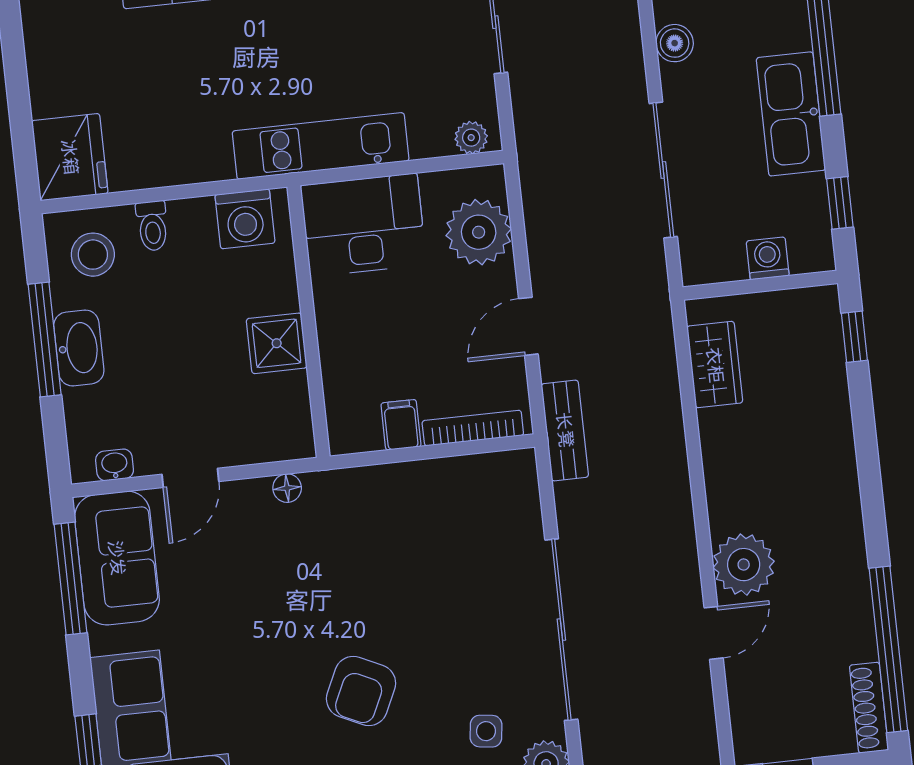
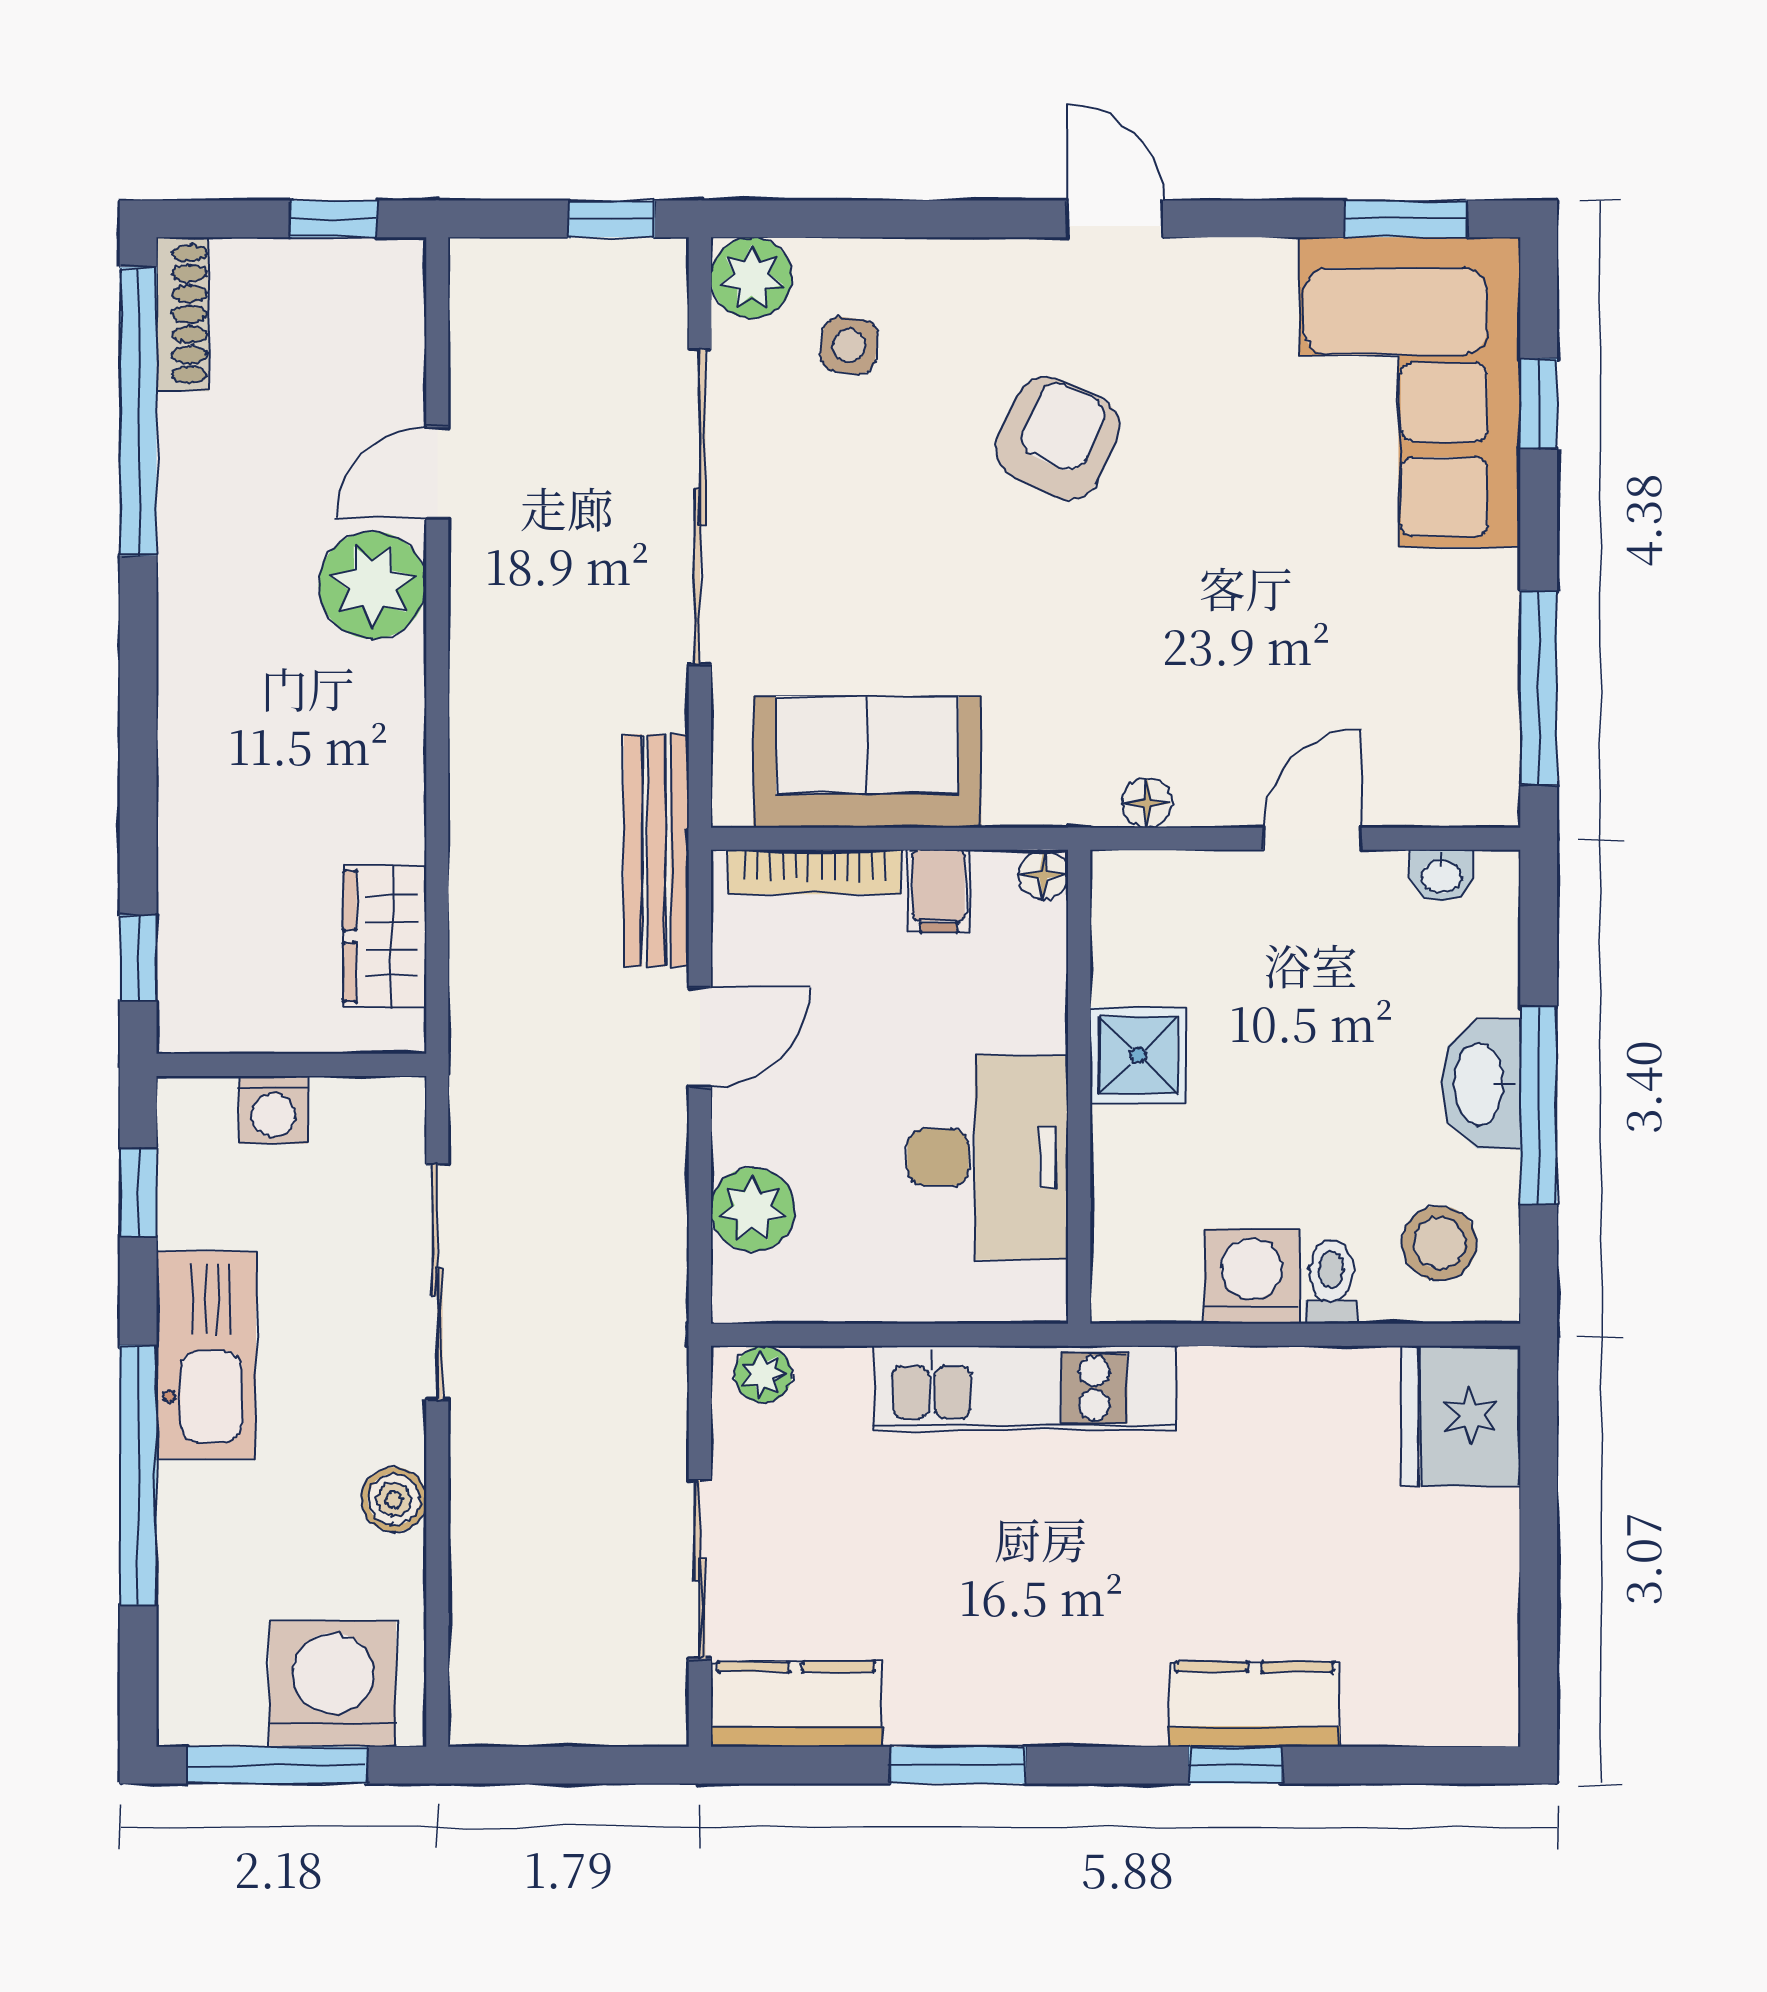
washing machine: (245, 219) -> (1252, 1276), moved
desk: (363, 225) -> (988, 1157), moved, turned -90
plant: (479, 232) -> (753, 1209), width x0.73, depth x0.73
bench: (565, 430) -> (656, 850), width x1.36
floor lamp: (342, 441) -> (1043, 875), added
sofa: (117, 558) -> (867, 762), moved, turned 90

